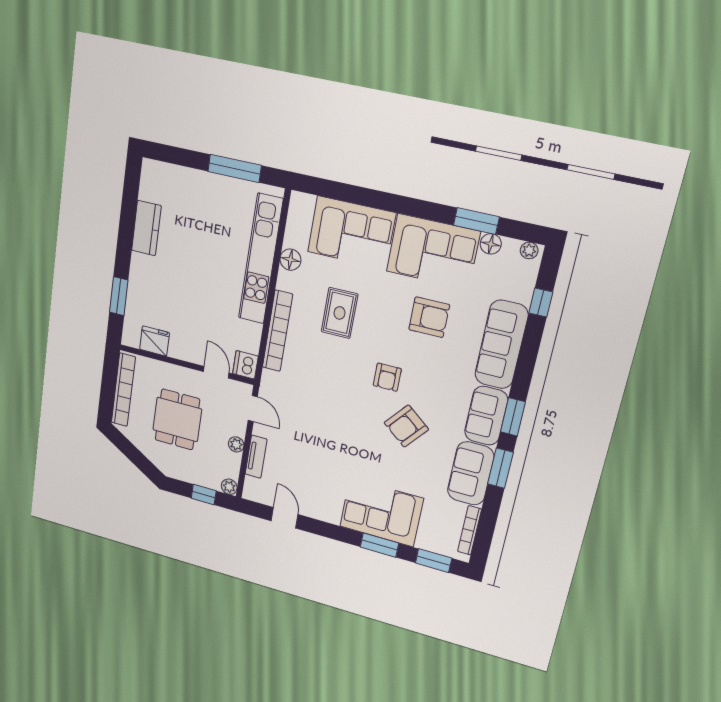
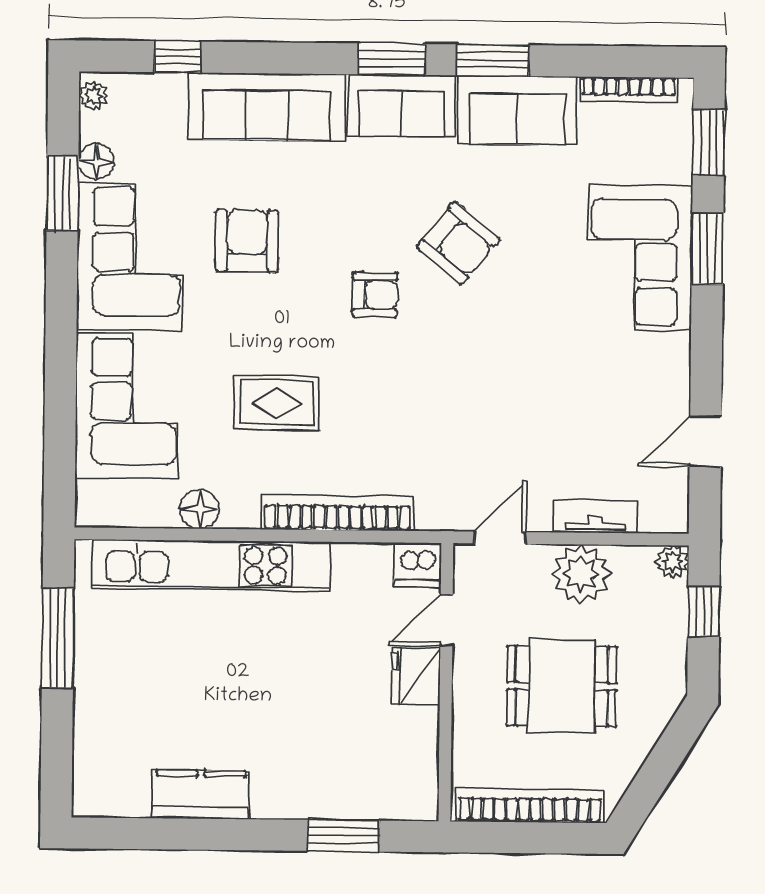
fridge: (154, 341) -> (416, 676), moved
plant: (236, 444) -> (581, 574), width x1.88, depth x1.88

